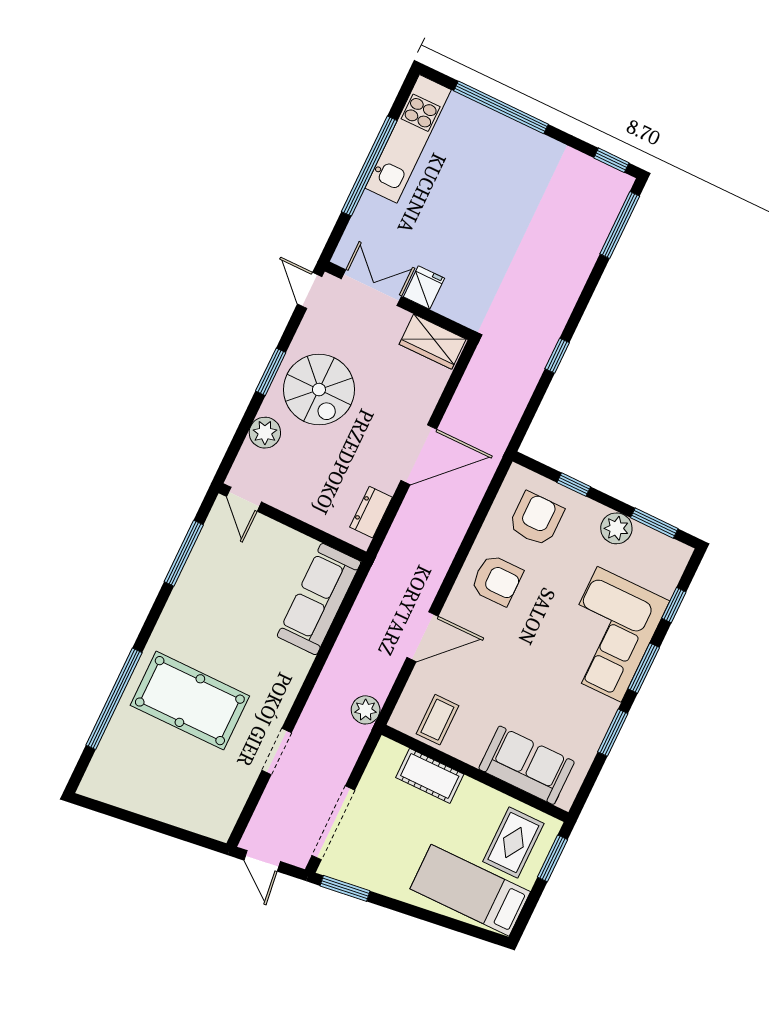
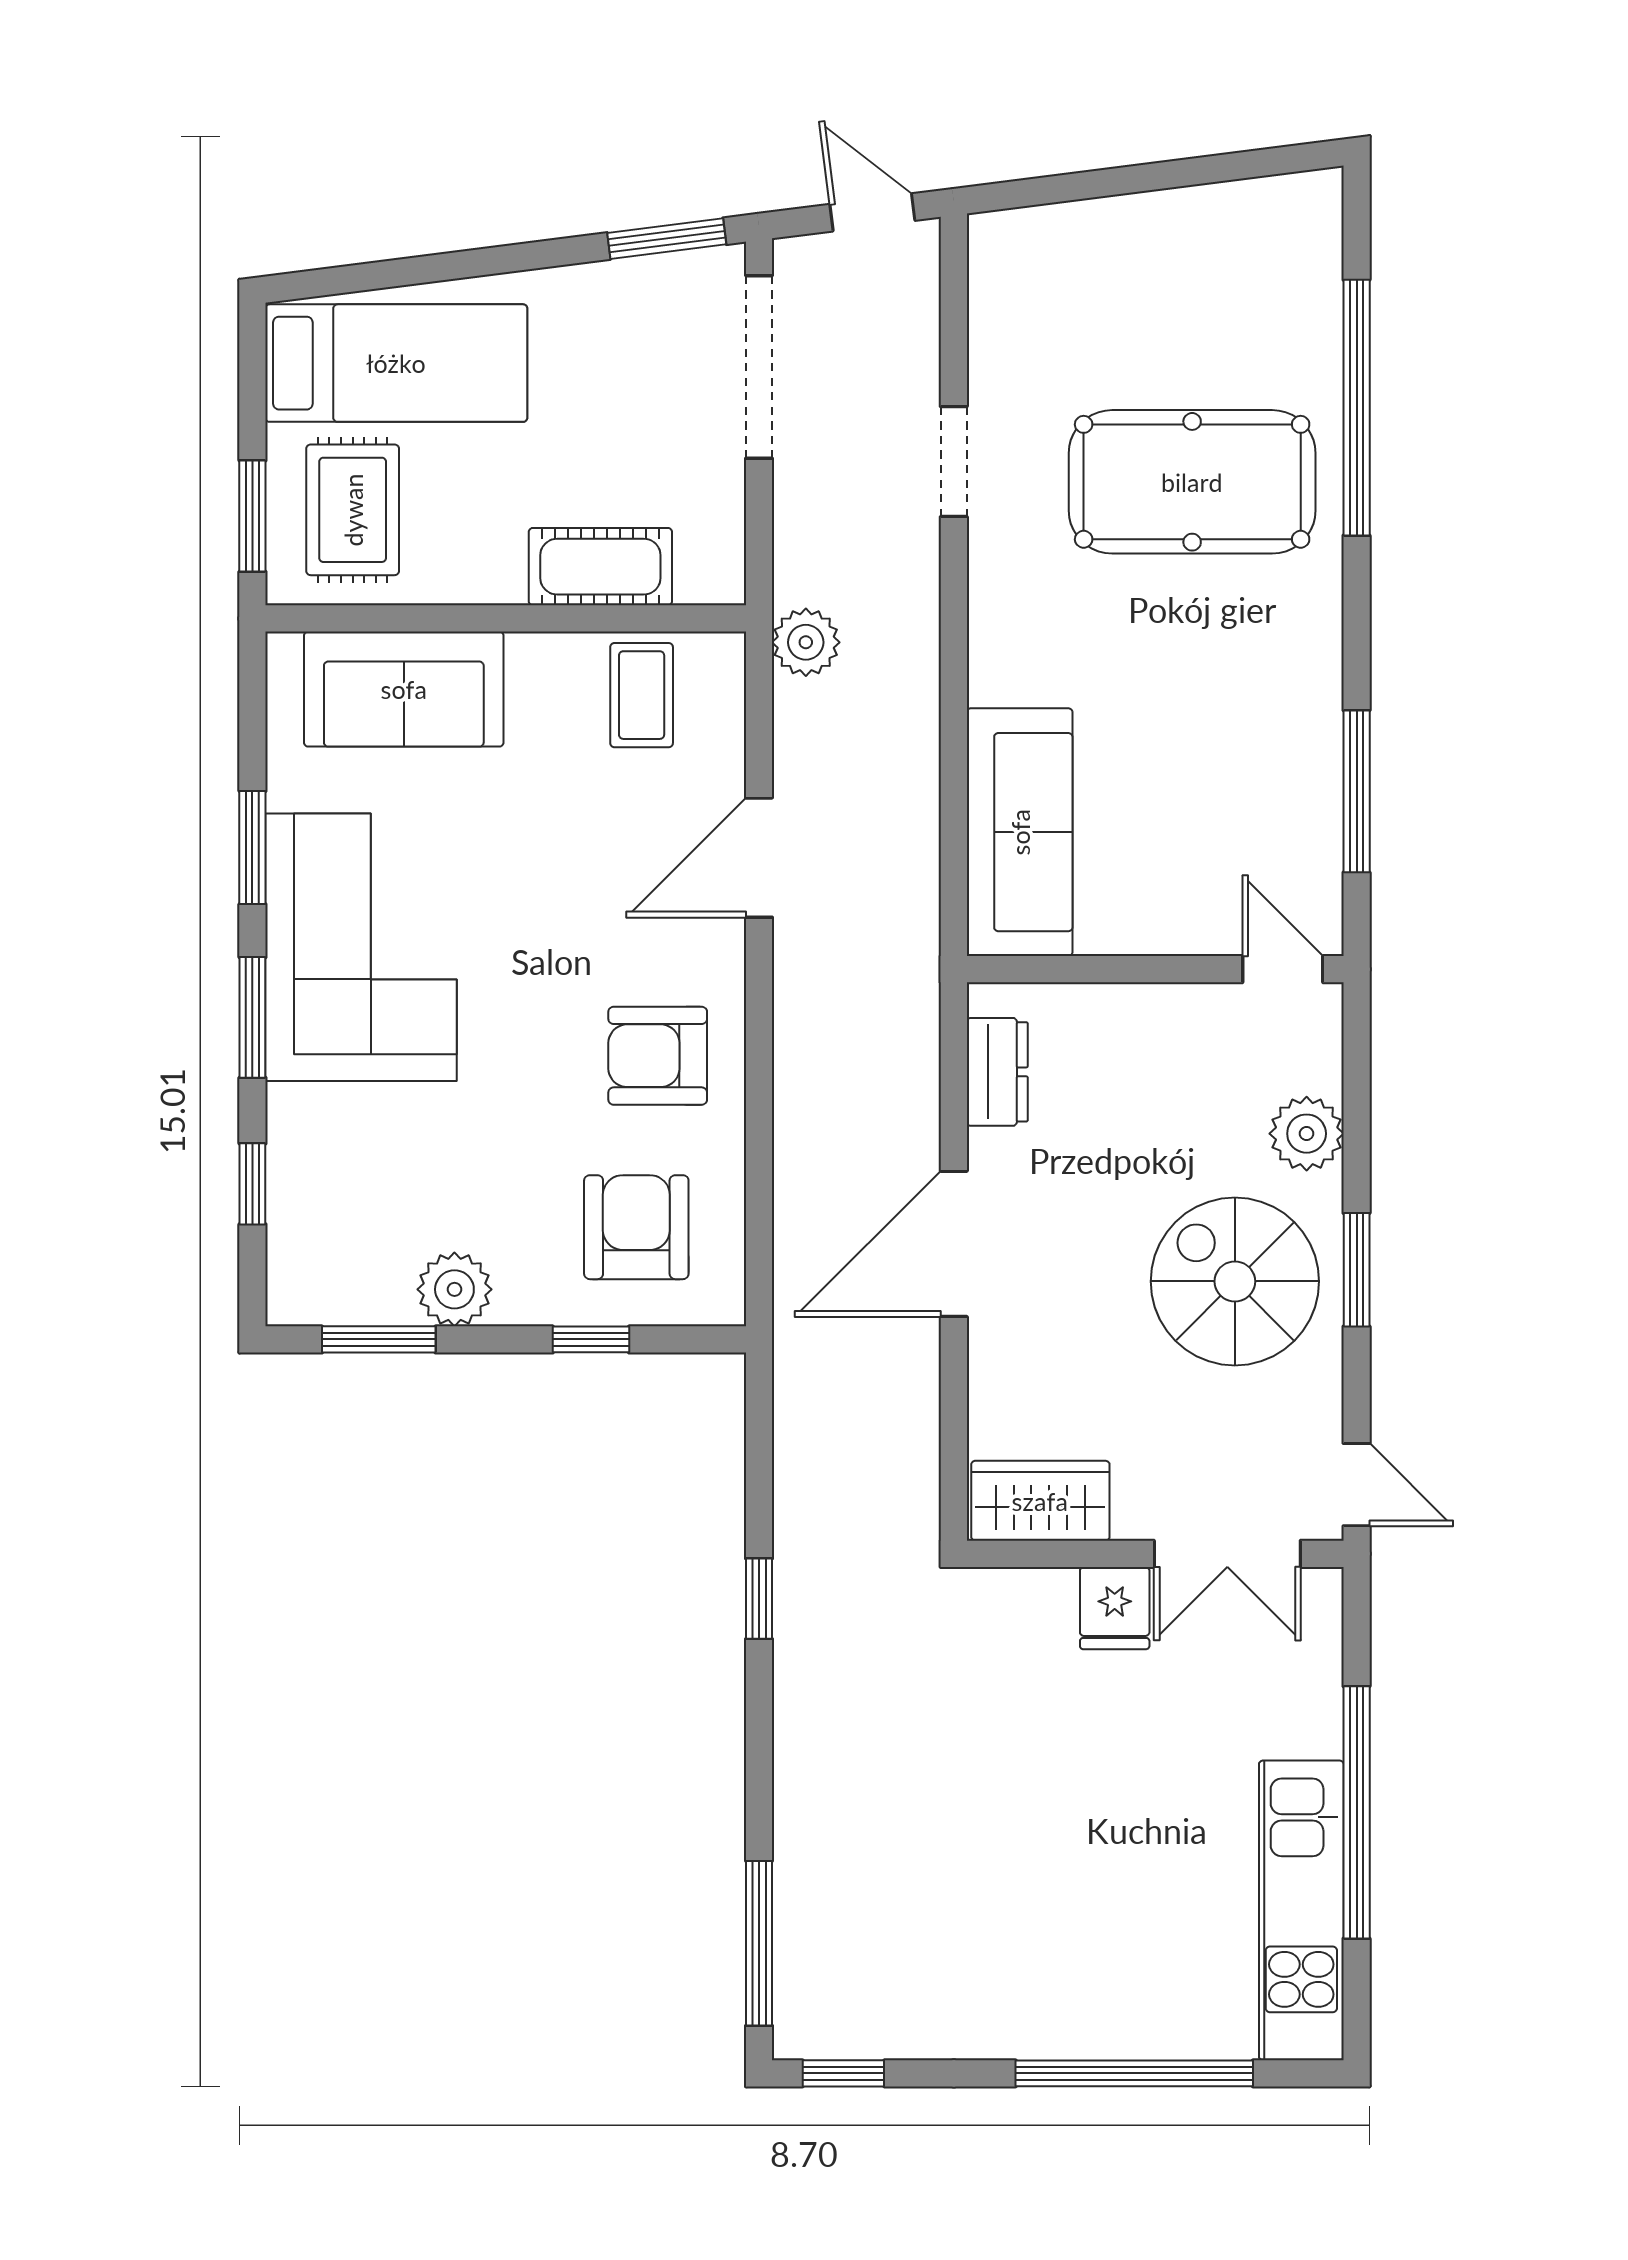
armchair: (536, 519) -> (636, 1227), turned 180
corner sofa: (609, 634) -> (361, 947), moved

